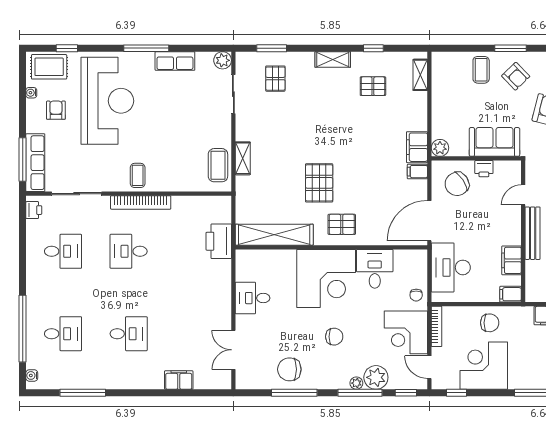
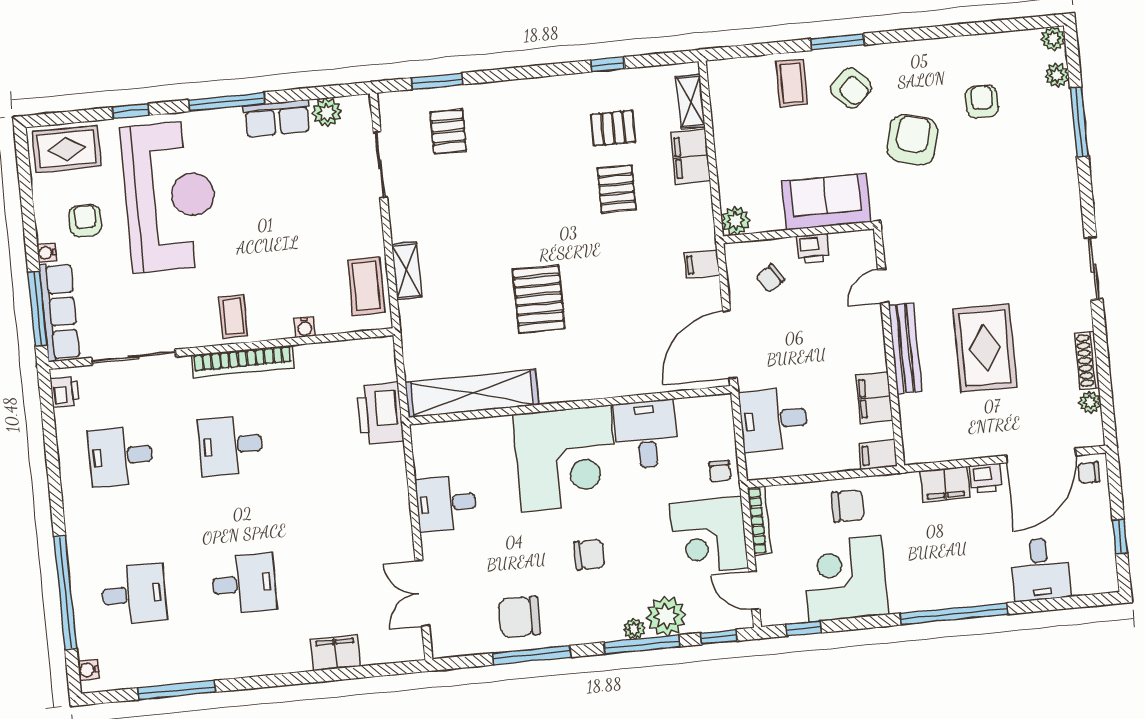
window: (67, 48) -> (131, 111), moved
plant: (223, 60) -> (327, 112), moved
shelving: (333, 60) -> (541, 90), removed
water cooler: (31, 93) -> (47, 253), moved
filing cabinet: (417, 147) -> (690, 157), moved
chair: (457, 184) -> (770, 278), width x0.54, depth x0.54
water cooler: (179, 186) -> (305, 327), added
pallet: (342, 224) -> (617, 189), moved, turned 90
desk: (63, 251) -> (120, 456), turned 180
desk: (451, 267) -> (774, 419), width x0.73

